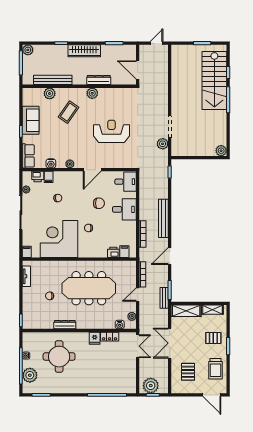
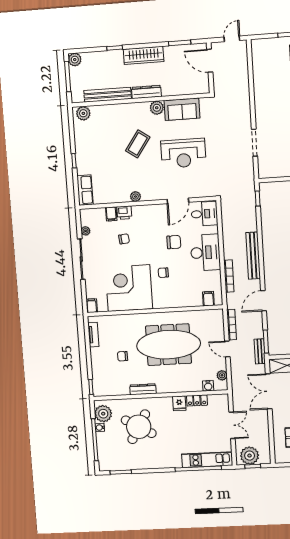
door: (138, 70) -> (210, 61), moved
dresser: (99, 80) -> (146, 92), moved
plant: (50, 93) -> (83, 113), moved
coffee table: (69, 112) -> (138, 144), moved
sofa: (31, 120) -> (182, 109), moved, turned 90
reception desk: (111, 131) -> (183, 153), turned 180
plant: (163, 144) -> (247, 164), removed
water cooler: (51, 163) -> (113, 197), removed
door: (92, 170) -> (178, 201), moved
printer: (38, 177) -> (124, 213), moved
desk: (124, 209) -> (205, 253), width x1.37
printer: (113, 252) -> (195, 300), removed
door: (138, 294) -> (227, 349), hinge flipped
double door: (170, 343) -> (269, 391), moved
double door: (138, 346) -> (232, 425), moved
round table: (59, 357) -> (139, 427), turned 30
plant: (30, 375) -> (103, 414), moved
kitchen unit: (115, 387) -> (207, 460), added

